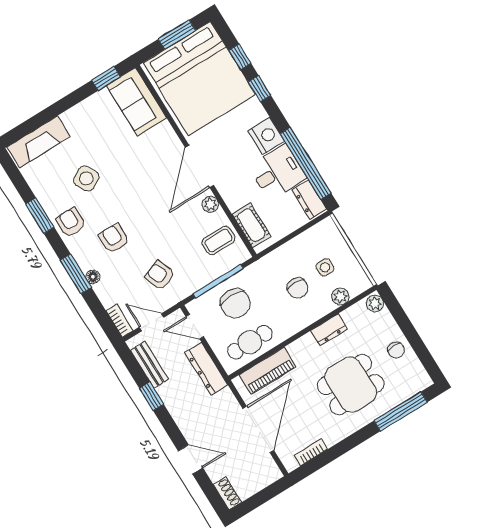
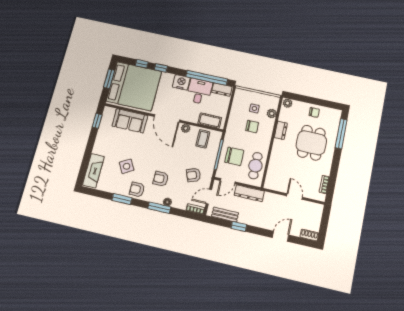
sofa: (136, 102) -> (130, 121), moved
piano: (268, 371) -> (274, 170), removed
door: (258, 429) -> (294, 197), width x0.53

